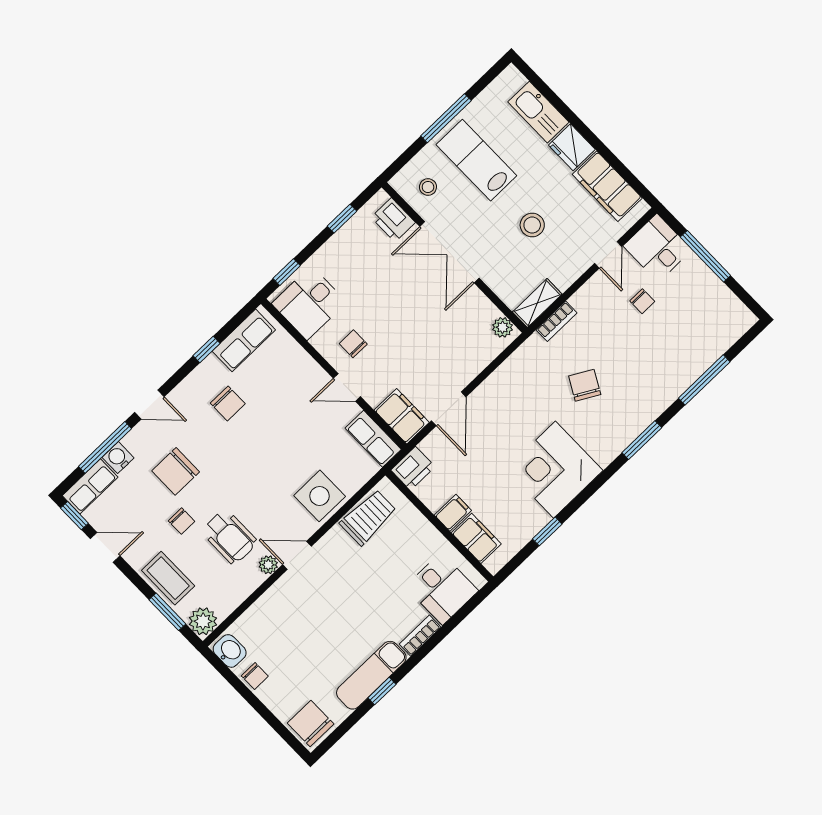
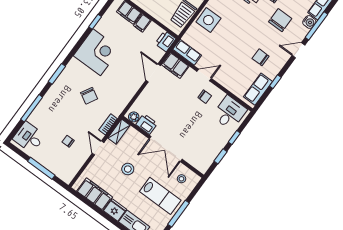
printer: (393, 220) -> (147, 124), moved
desk: (658, 248) -> (29, 137), moved, turned 180
double door: (450, 252) -> (166, 149), swing flipped
door: (608, 255) -> (98, 148), moved
window: (287, 272) -> (234, 138), moved

